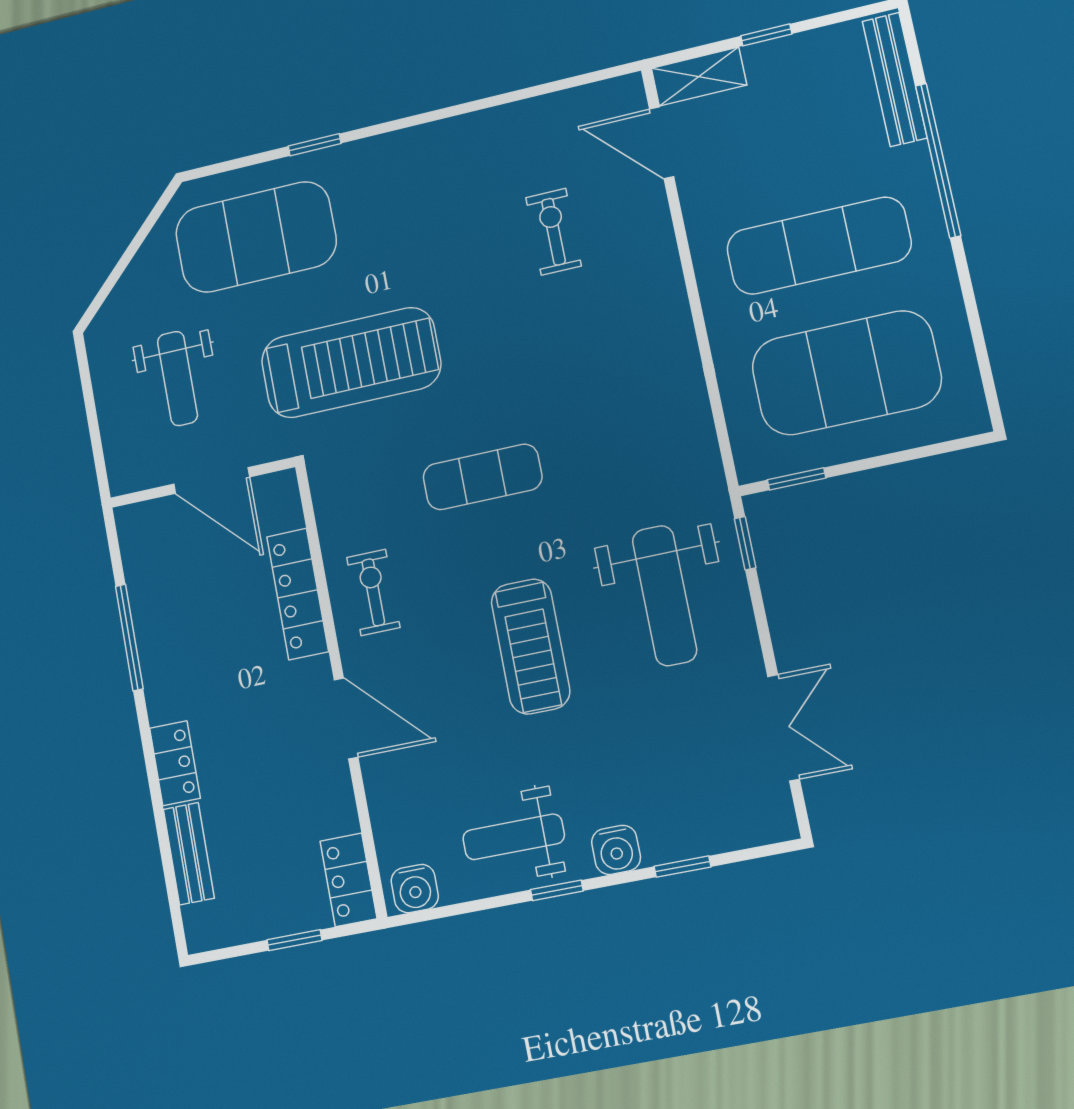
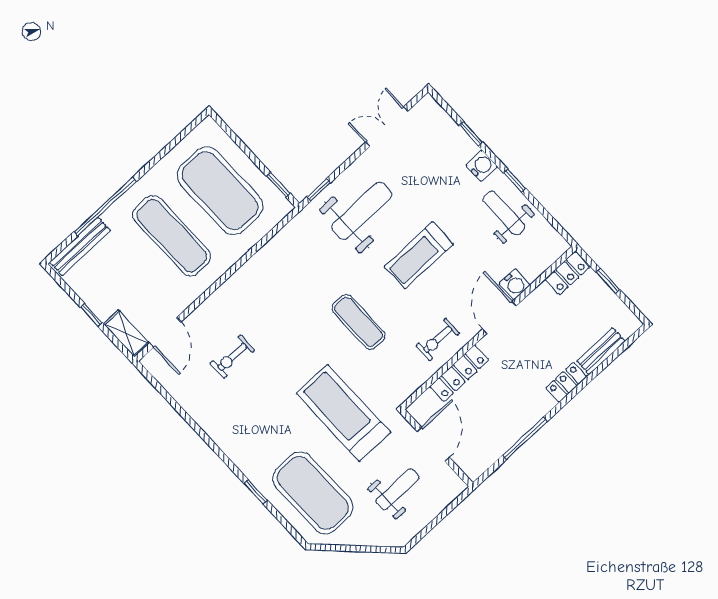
treadmill: (531, 646) -> (419, 255), turned 180
weight bench: (514, 837) -> (504, 213), turned 180
water cooler: (415, 889) -> (515, 284), moved, turned 90

